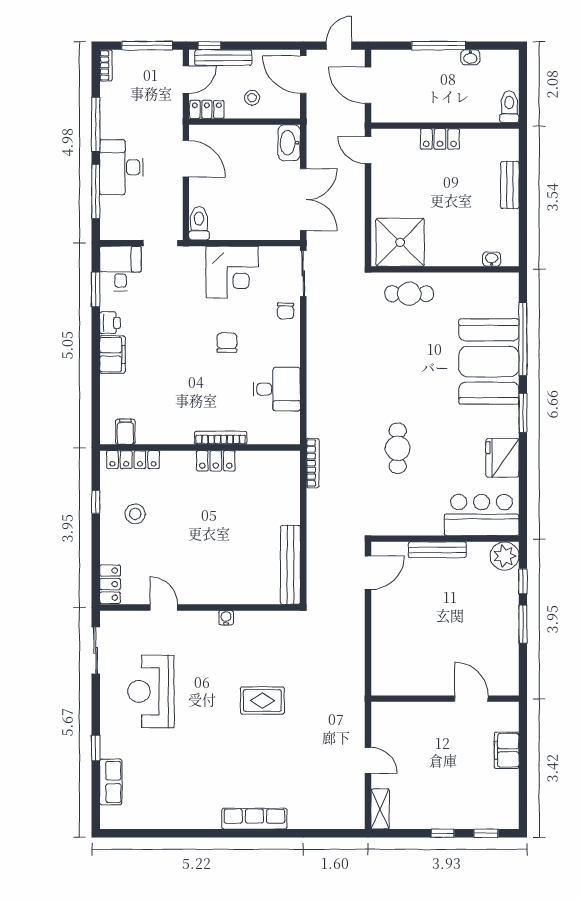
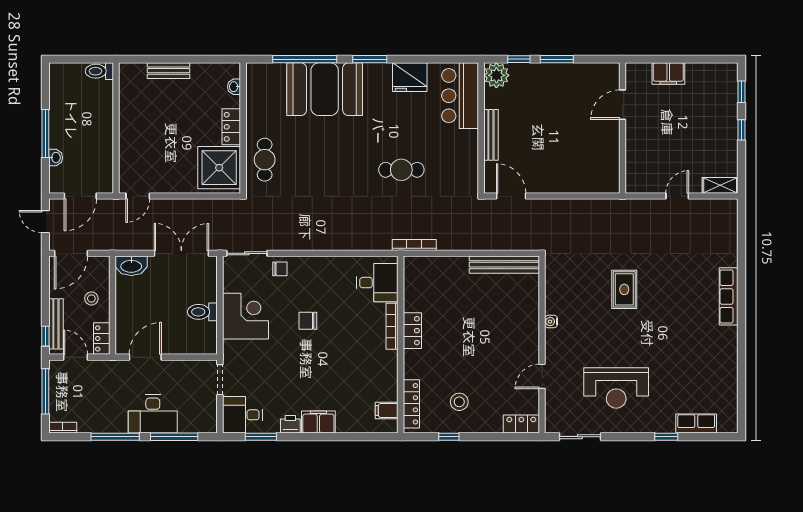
washbasin: (470, 57) -> (56, 158), moved
locker: (440, 139) -> (231, 127), moved, turned 180
toilet: (199, 223) -> (202, 312), moved
desk: (277, 389) -> (377, 283), moved, turned 90

